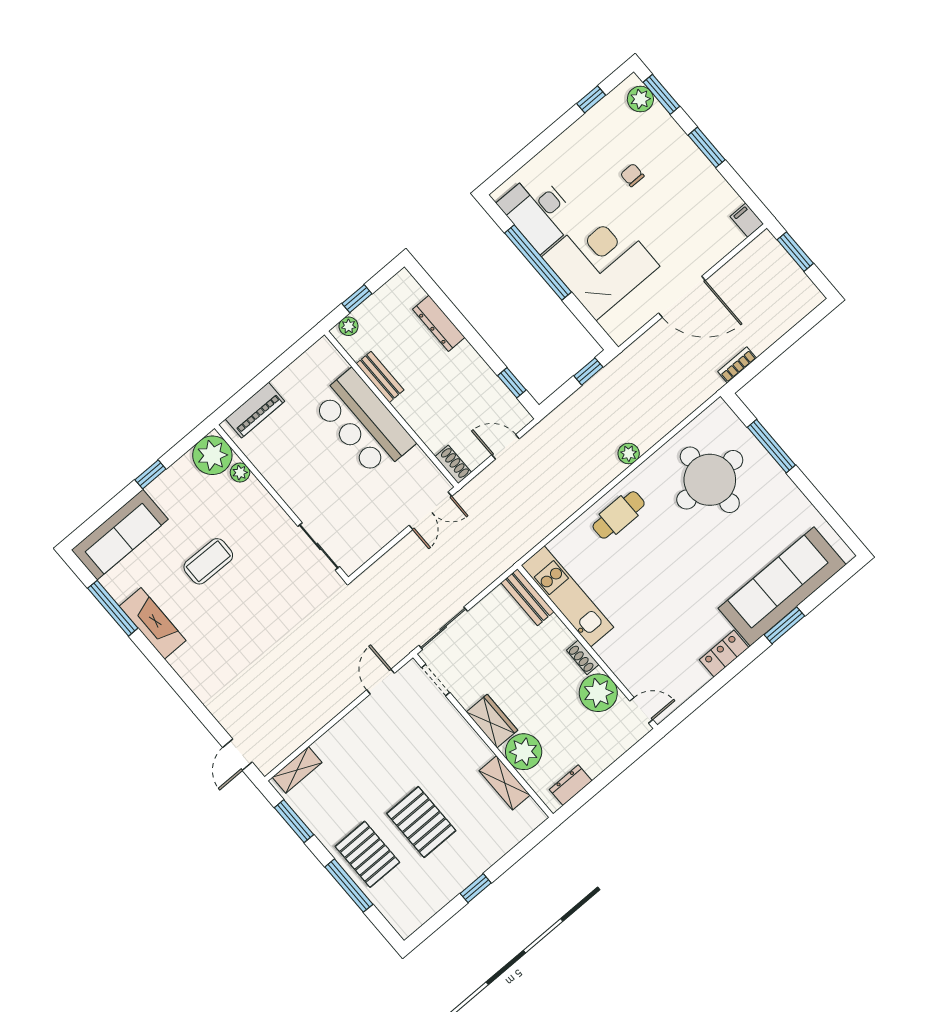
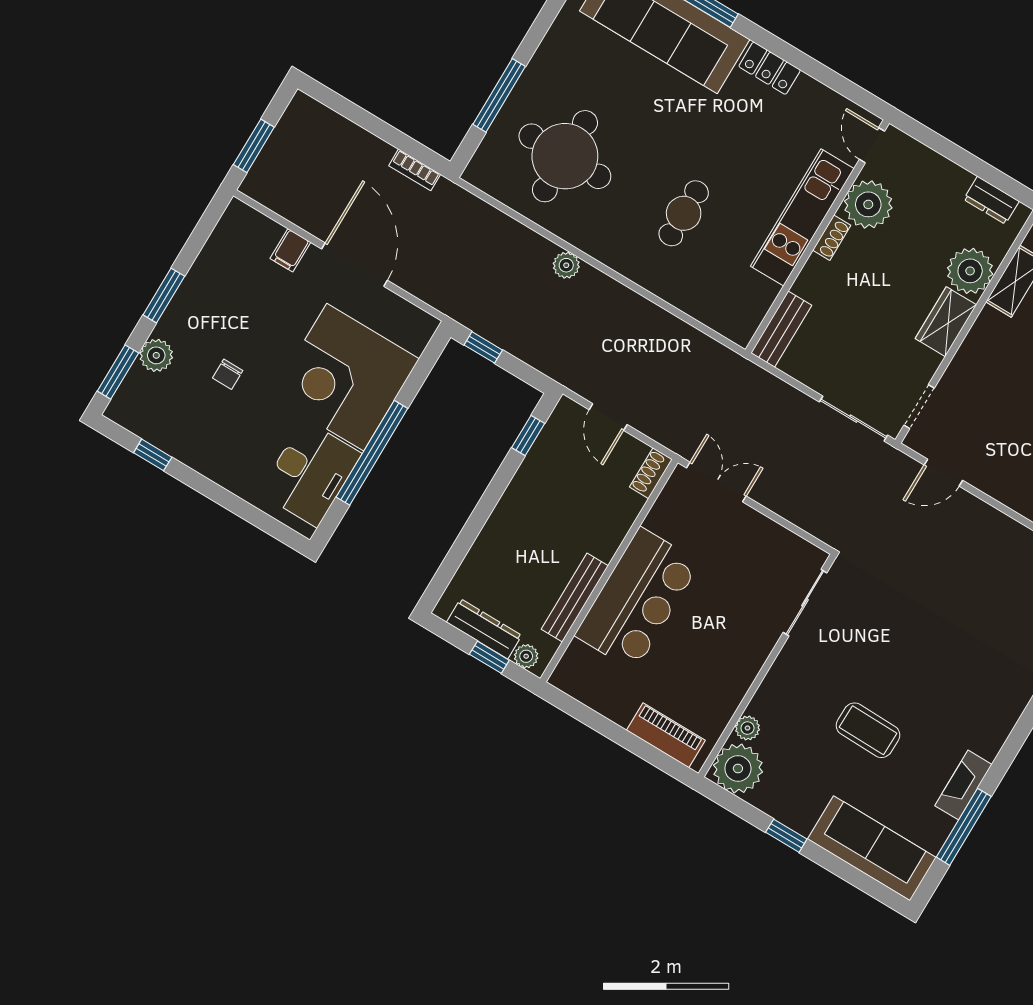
plant: (640, 99) -> (156, 355), moved
filing cabinet: (747, 220) -> (290, 250), moved
dresser: (439, 323) -> (484, 629), moved, turned -90
bench: (380, 377) -> (575, 597), width x1.36
cafe table: (619, 515) -> (684, 213), moved, turned 90
kitchen unit: (567, 596) -> (802, 217), moved
fireplace: (153, 623) -> (963, 785), width x0.73, depth x0.76

